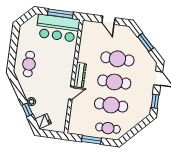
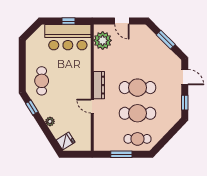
window: (60, 14) -> (68, 21), width x0.46
plant: (89, 35) -> (103, 40), added
cafe table: (117, 59) -> (137, 62), removed
door: (71, 93) -> (92, 106), swing flipped
window: (27, 110) -> (32, 108), moved

